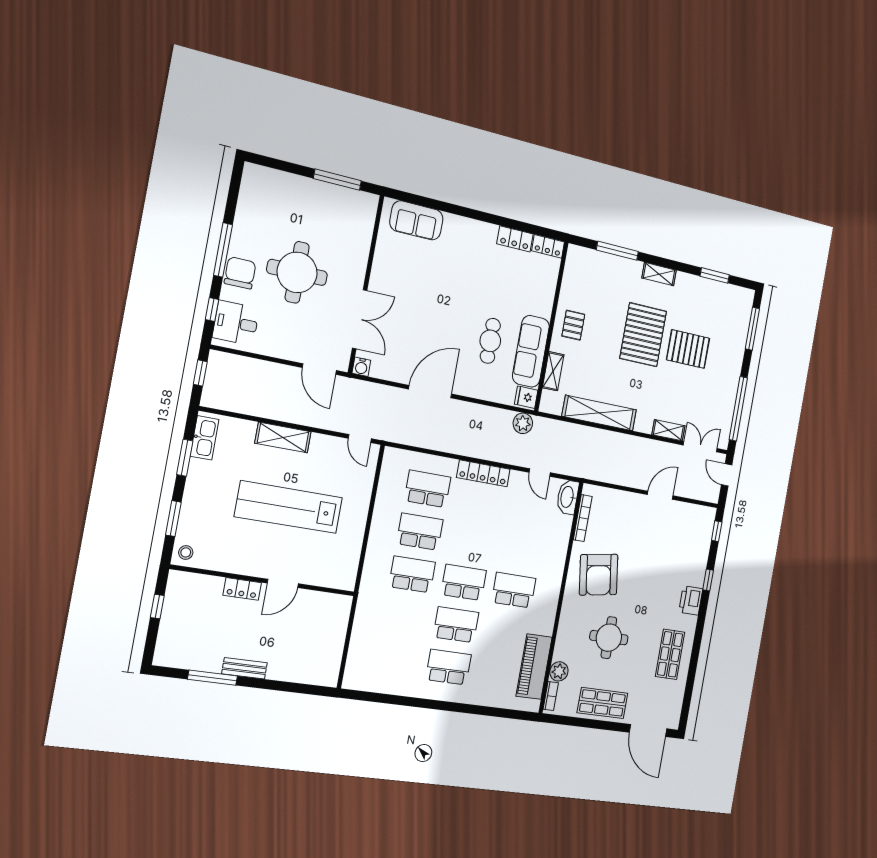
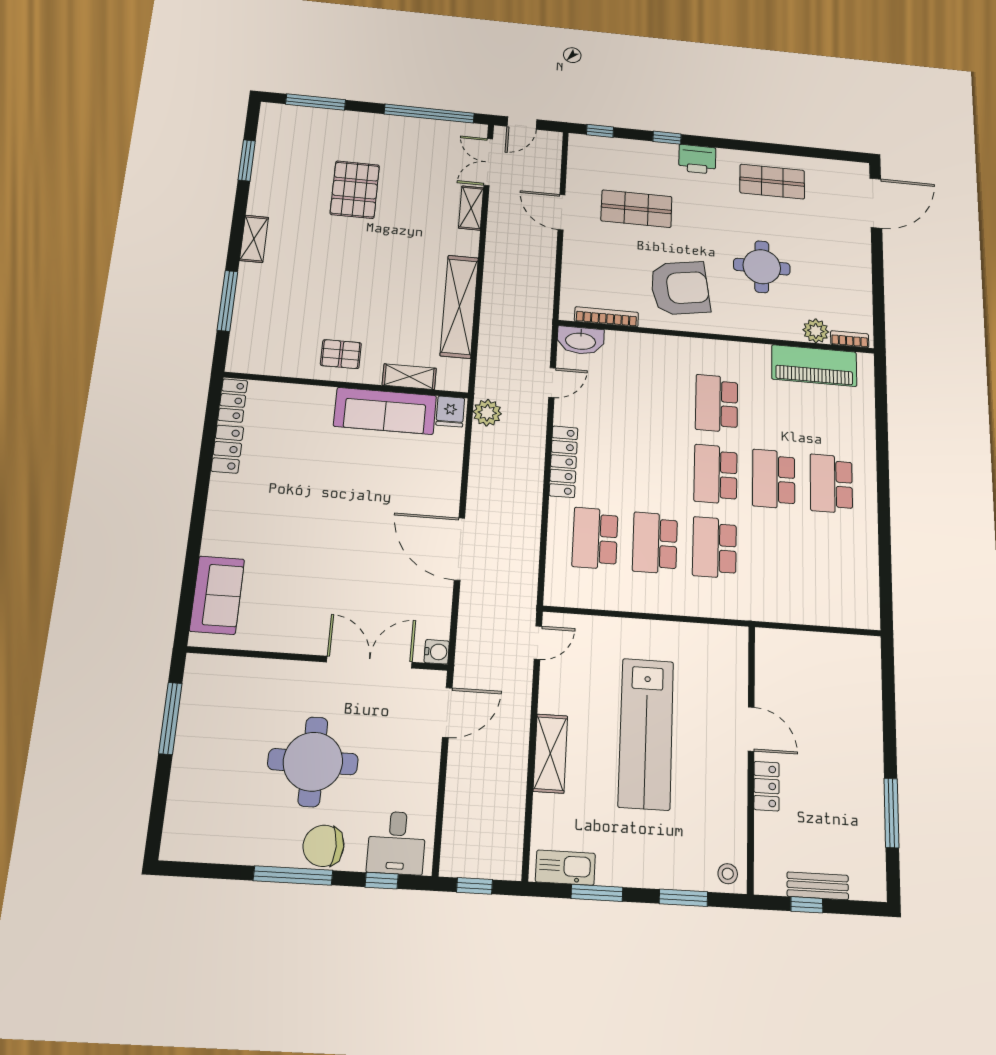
pallet: (643, 335) -> (342, 254), removed
cafe table: (490, 341) -> (377, 470), removed
bench: (245, 668) -> (818, 886), moved, turned 90
shop shelf: (602, 703) -> (636, 209), moved, turned 90

